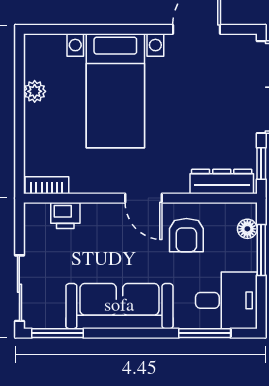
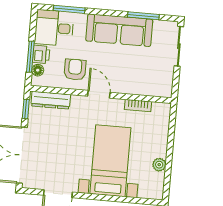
bookcase: (47, 185) -> (138, 106), moved
printer: (65, 215) -> (41, 54), moved, turned 90
window: (57, 333) -> (143, 16), moved

